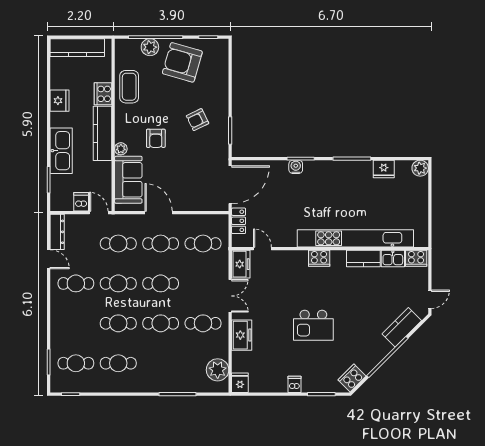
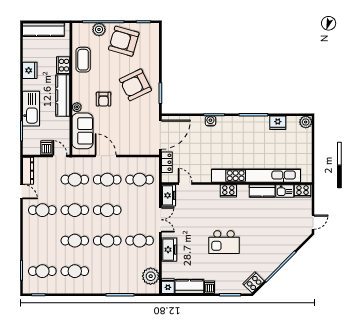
armchair: (198, 120) -> (135, 85), width x1.88, depth x1.88
kitchen counter: (402, 327) -> (189, 287), moved, turned 45

